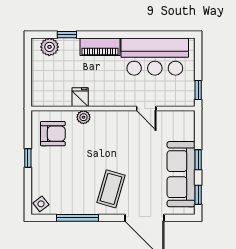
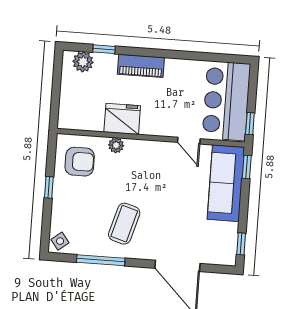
bar counter: (155, 57) -> (226, 101), moved, turned 90
fridge: (80, 97) -> (122, 119), width x1.88, depth x1.34
window: (198, 160) -> (247, 167), moved
sofa: (181, 174) -> (226, 183), moved
coffee table: (111, 189) -> (124, 224), moved

